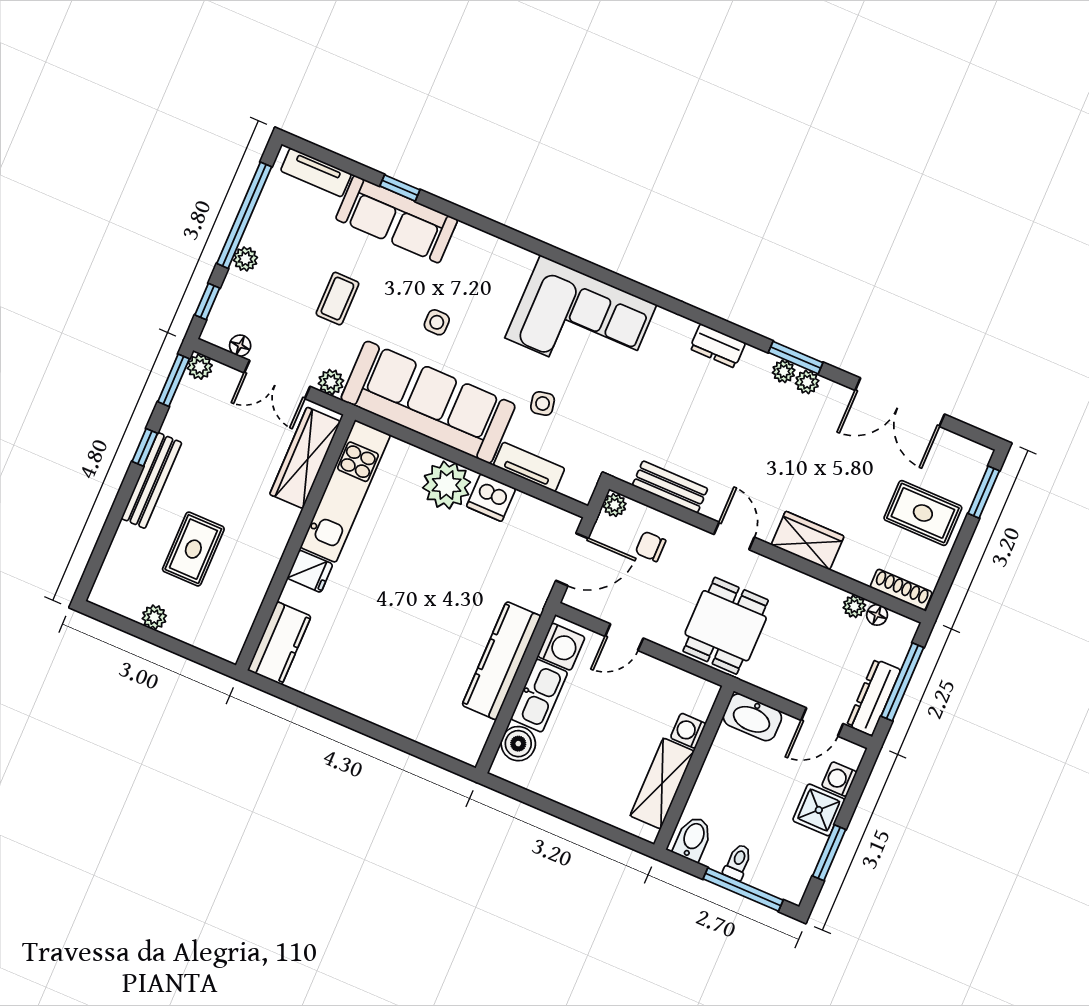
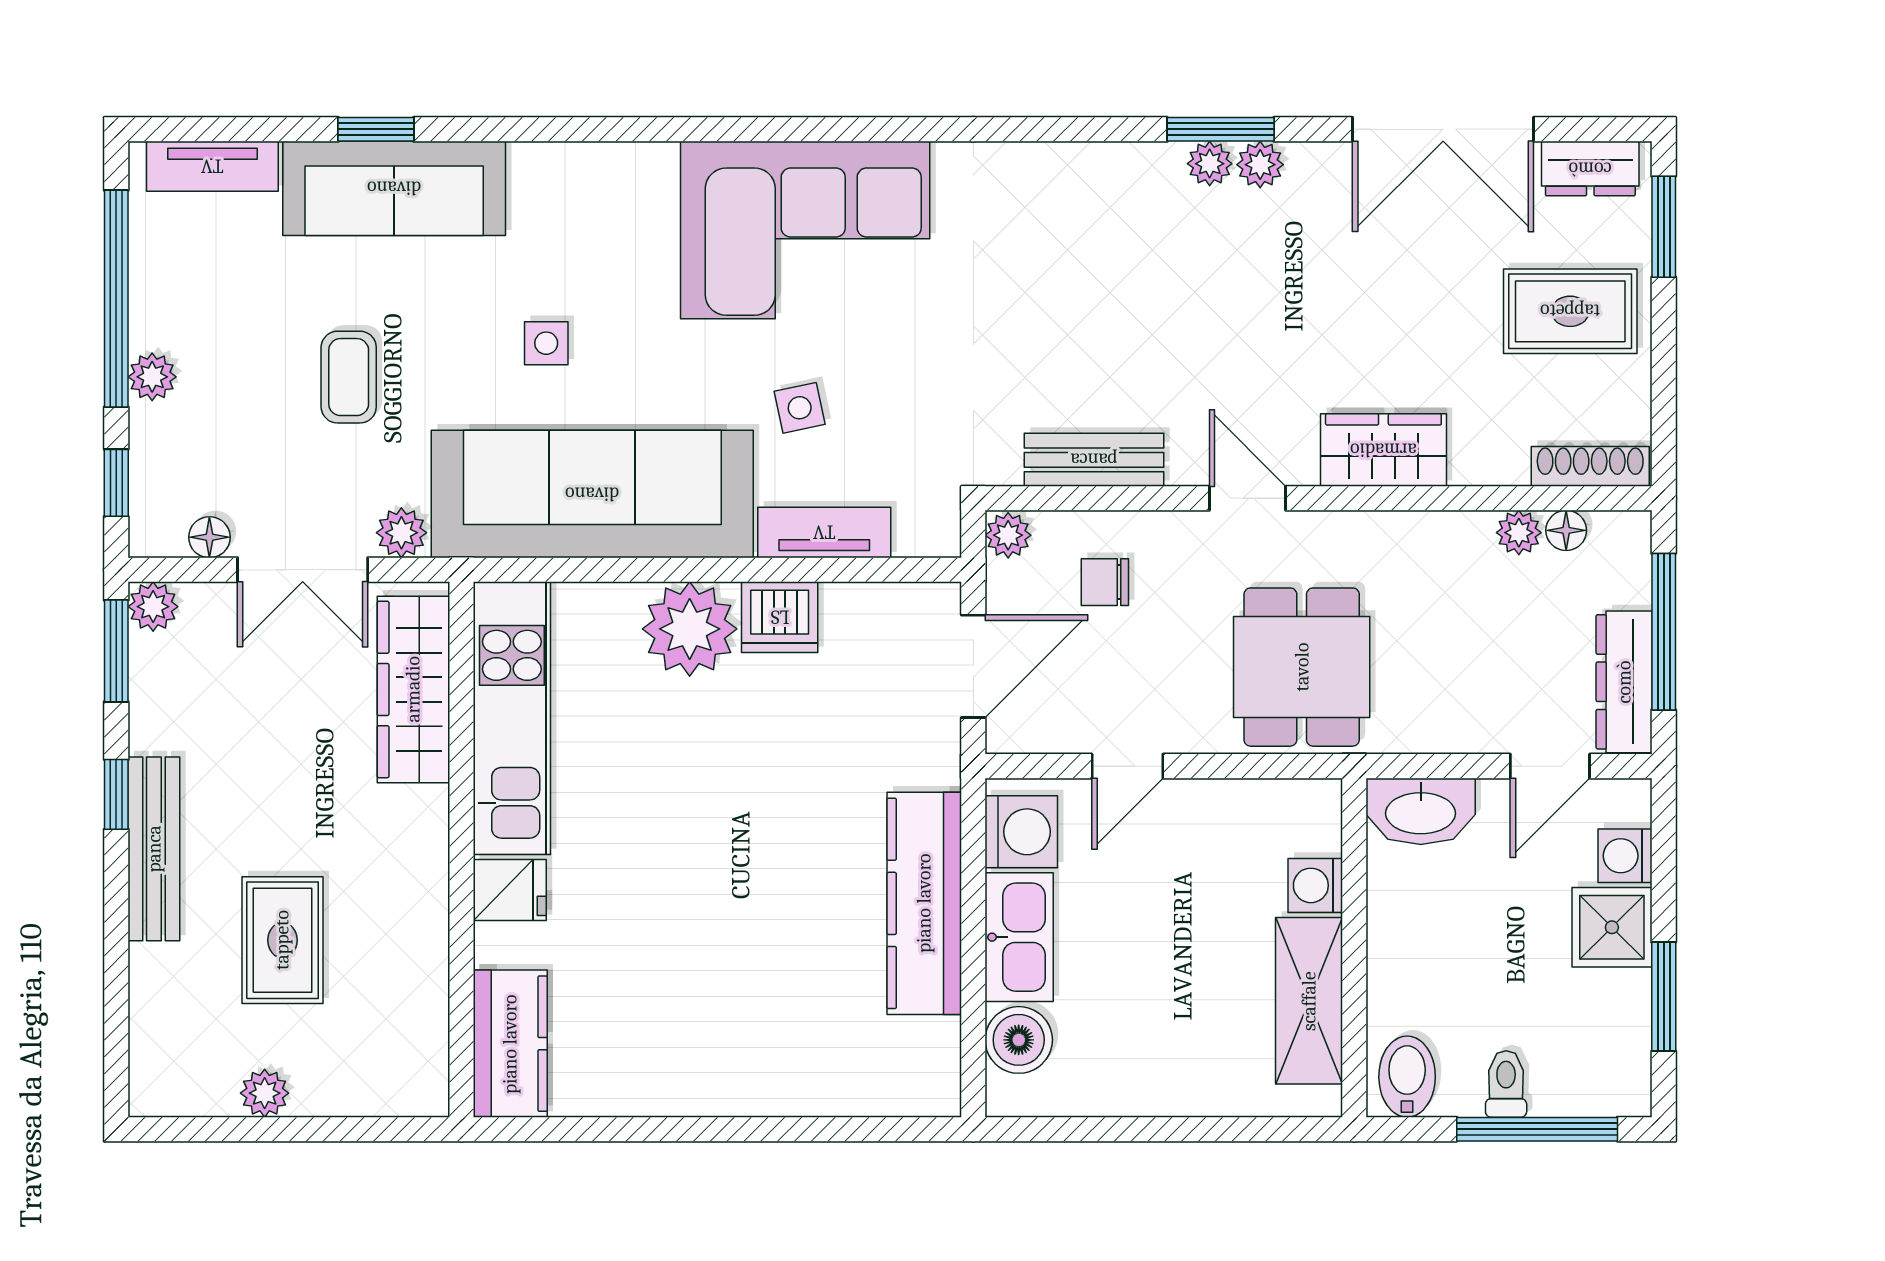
dresser: (718, 346) -> (1590, 169), moved

